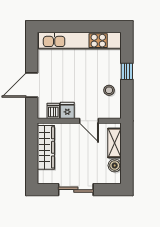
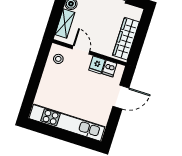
window: (127, 71) -> (34, 82), removed
stool: (109, 90) -> (58, 59), moved

